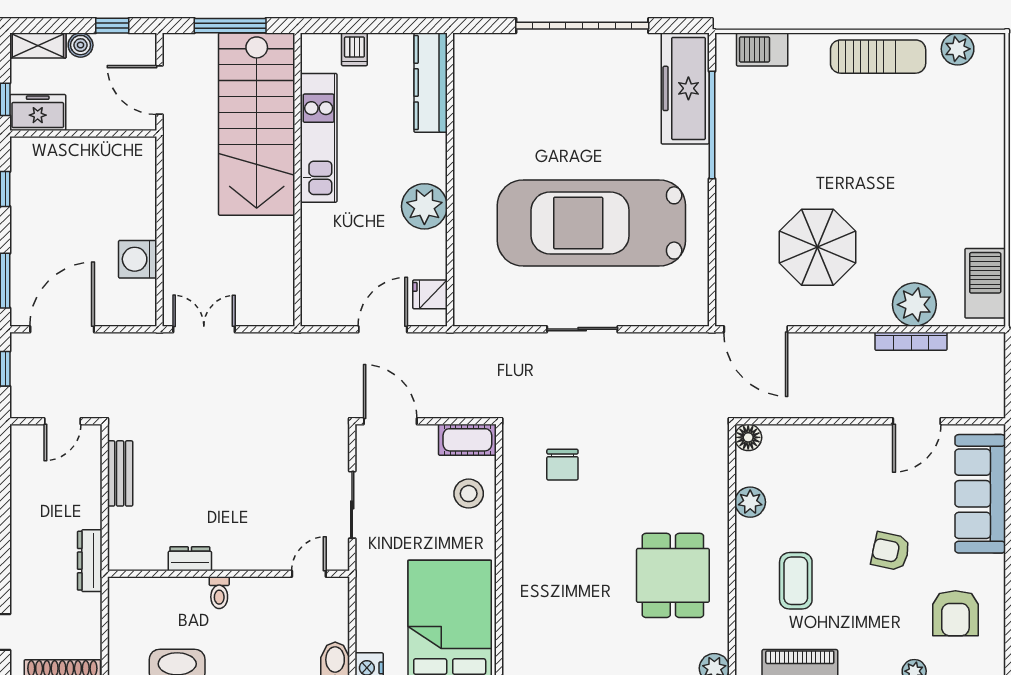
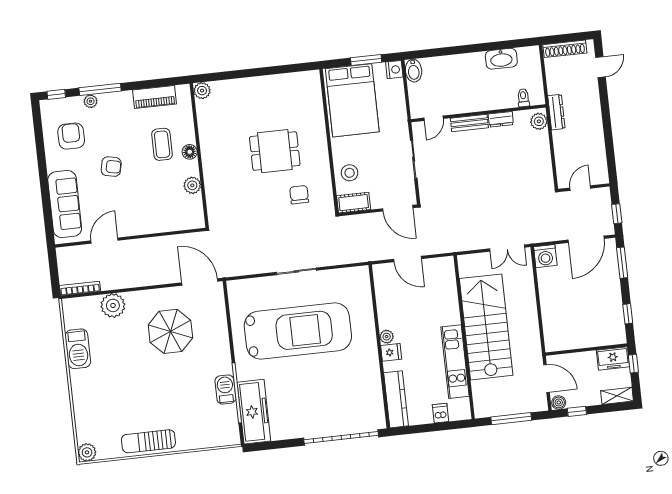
garage door: (582, 26) -> (341, 437), moved
boiler: (81, 45) -> (559, 402), moved
barbecue: (762, 49) -> (225, 390), moved, turned -90
plant: (958, 49) -> (87, 452), moved
stairs: (257, 124) -> (486, 327), moved
plant: (424, 206) -> (387, 337), width x0.53, depth x0.53
washing machine: (138, 259) -> (545, 256), moved, turned 90
barbecue: (985, 283) -> (78, 349), moved
fridge: (430, 294) -> (391, 352), moved
door: (383, 329) -> (407, 259), hinge flipped
bookcase: (911, 341) -> (80, 288), moved
floor lamp: (748, 437) -> (190, 152), moved
bench: (120, 473) -> (469, 123), moved, turned 90
plant: (123, 548) -> (539, 121), added
dining table: (673, 575) -> (275, 151), moved, turned 90
toilet: (219, 593) -> (523, 98), moved

